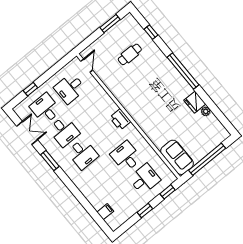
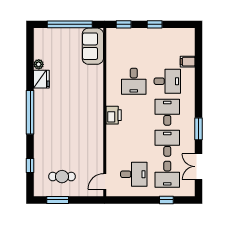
cafe table: (130, 54) -> (62, 177), moved
desk: (145, 179) -> (167, 81), moved, turned 180
filing cabinet: (105, 212) -> (188, 62), moved

